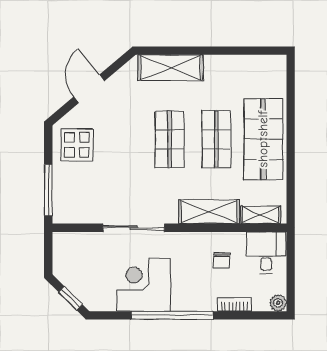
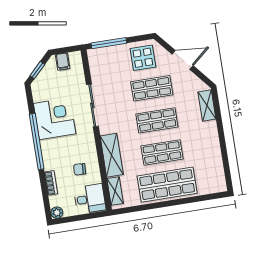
shelving: (171, 68) -> (207, 106), width x0.67, depth x0.75
shop shelf: (123, 139) -> (152, 88), added
filing cabinet: (64, 260) -> (63, 62), added

